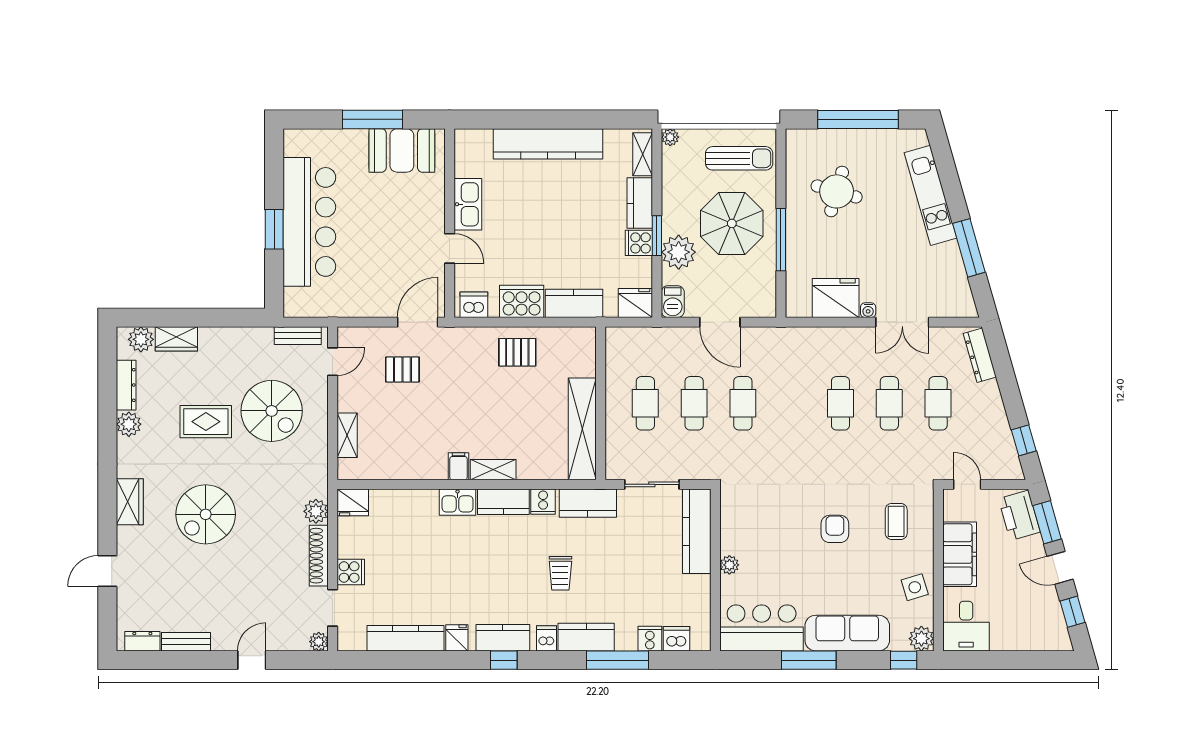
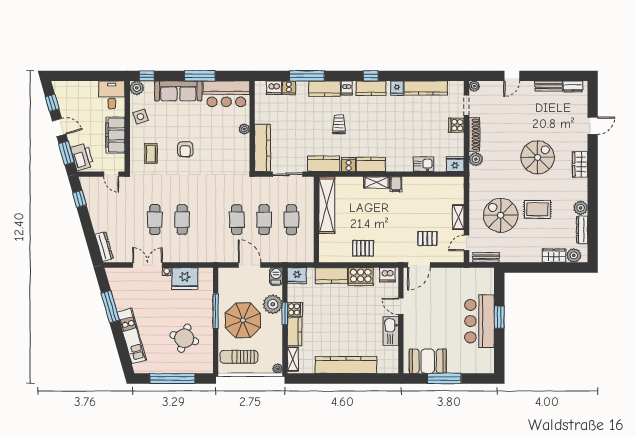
bar counter: (309, 222) -> (480, 321), width x0.73
cafe table: (938, 403) -> (127, 220), removed
shelving: (347, 435) -> (458, 217), moved
kitchen sink: (458, 502) -> (423, 164), moved

